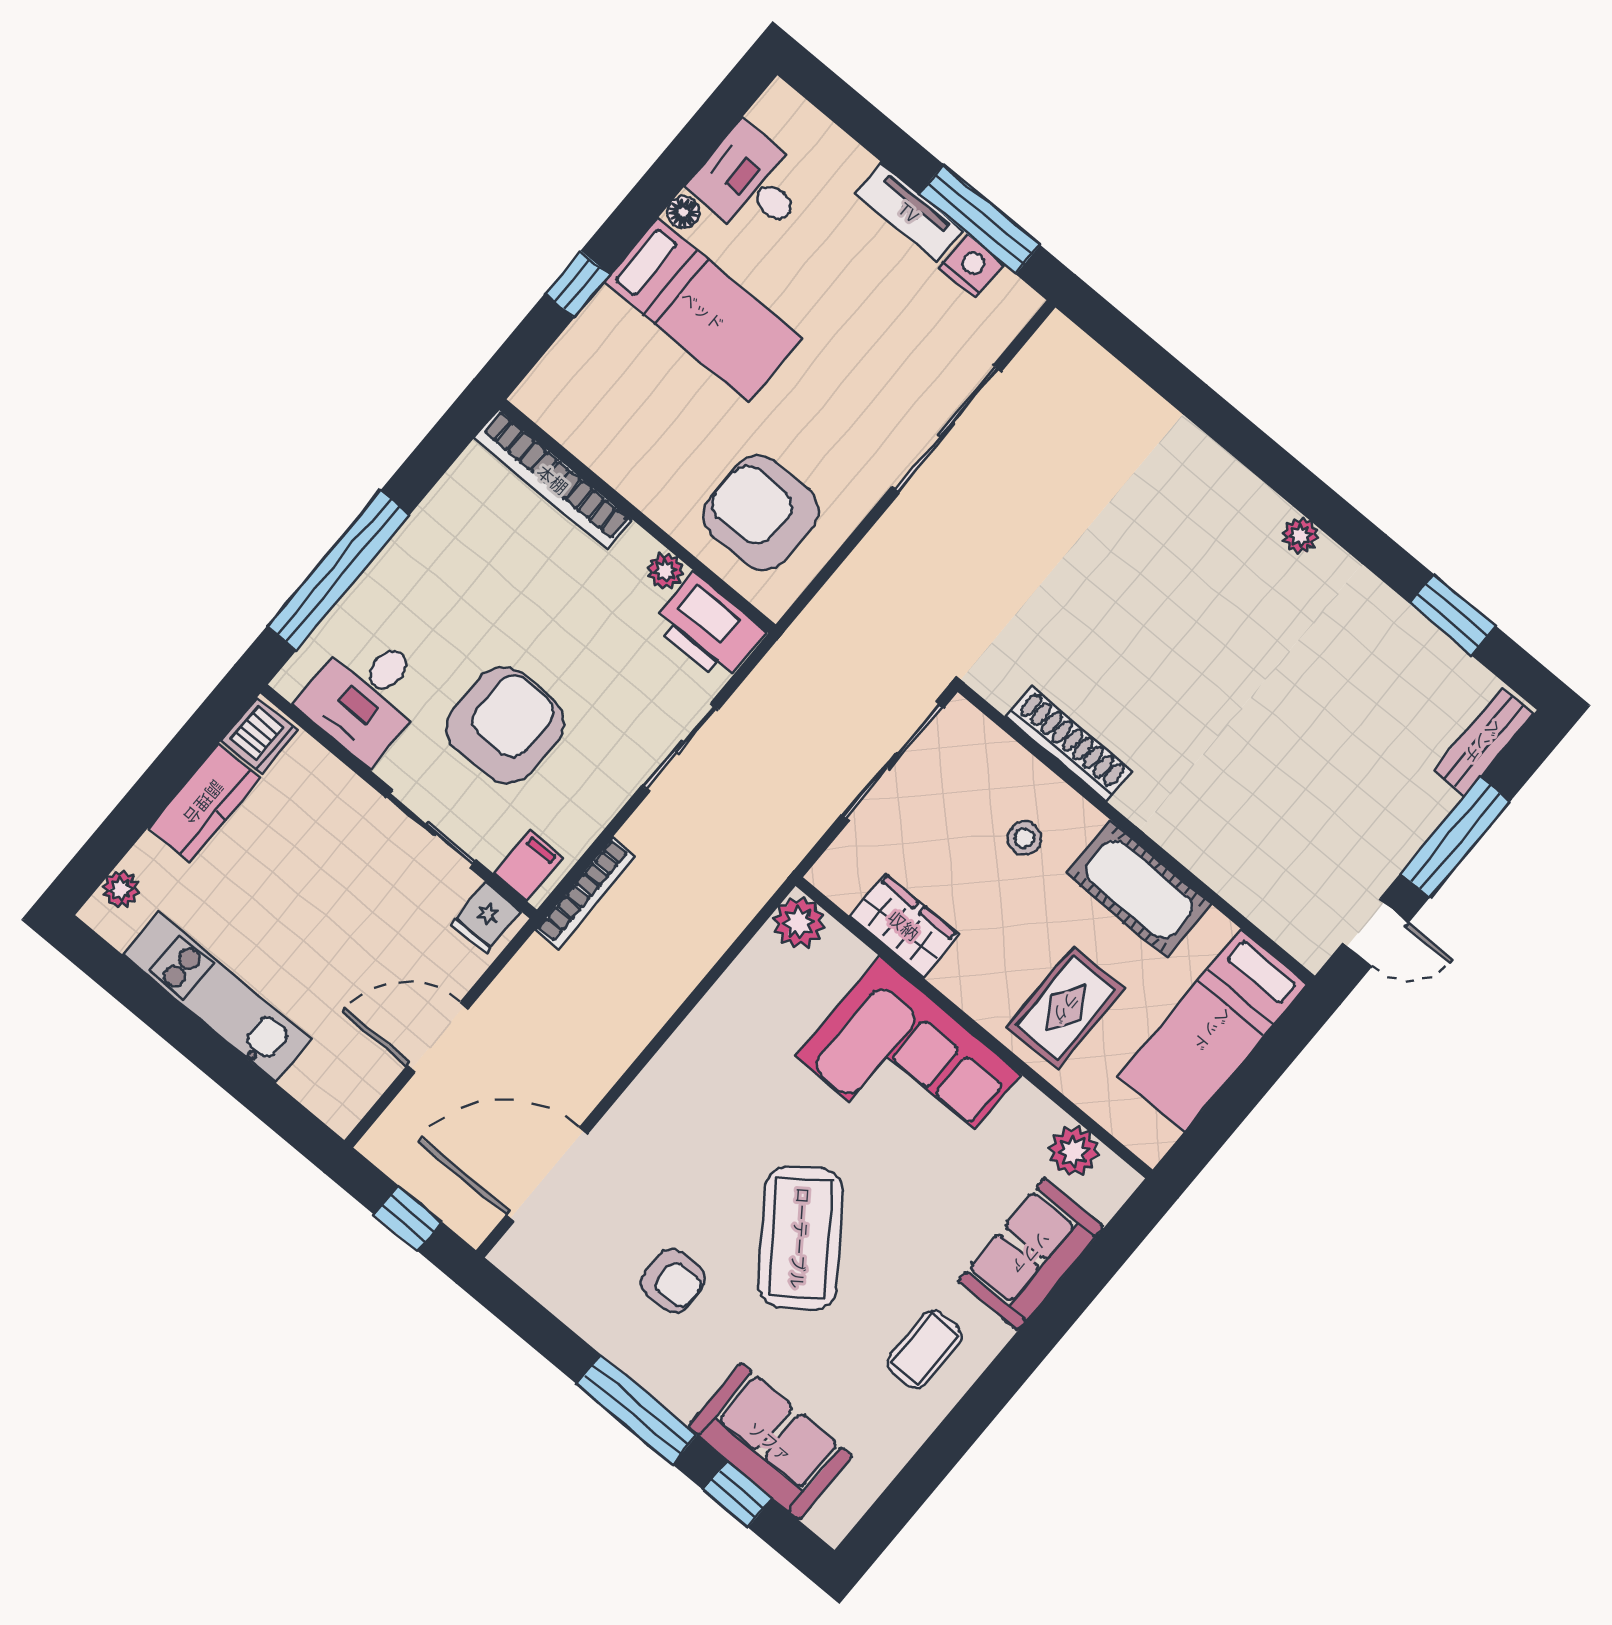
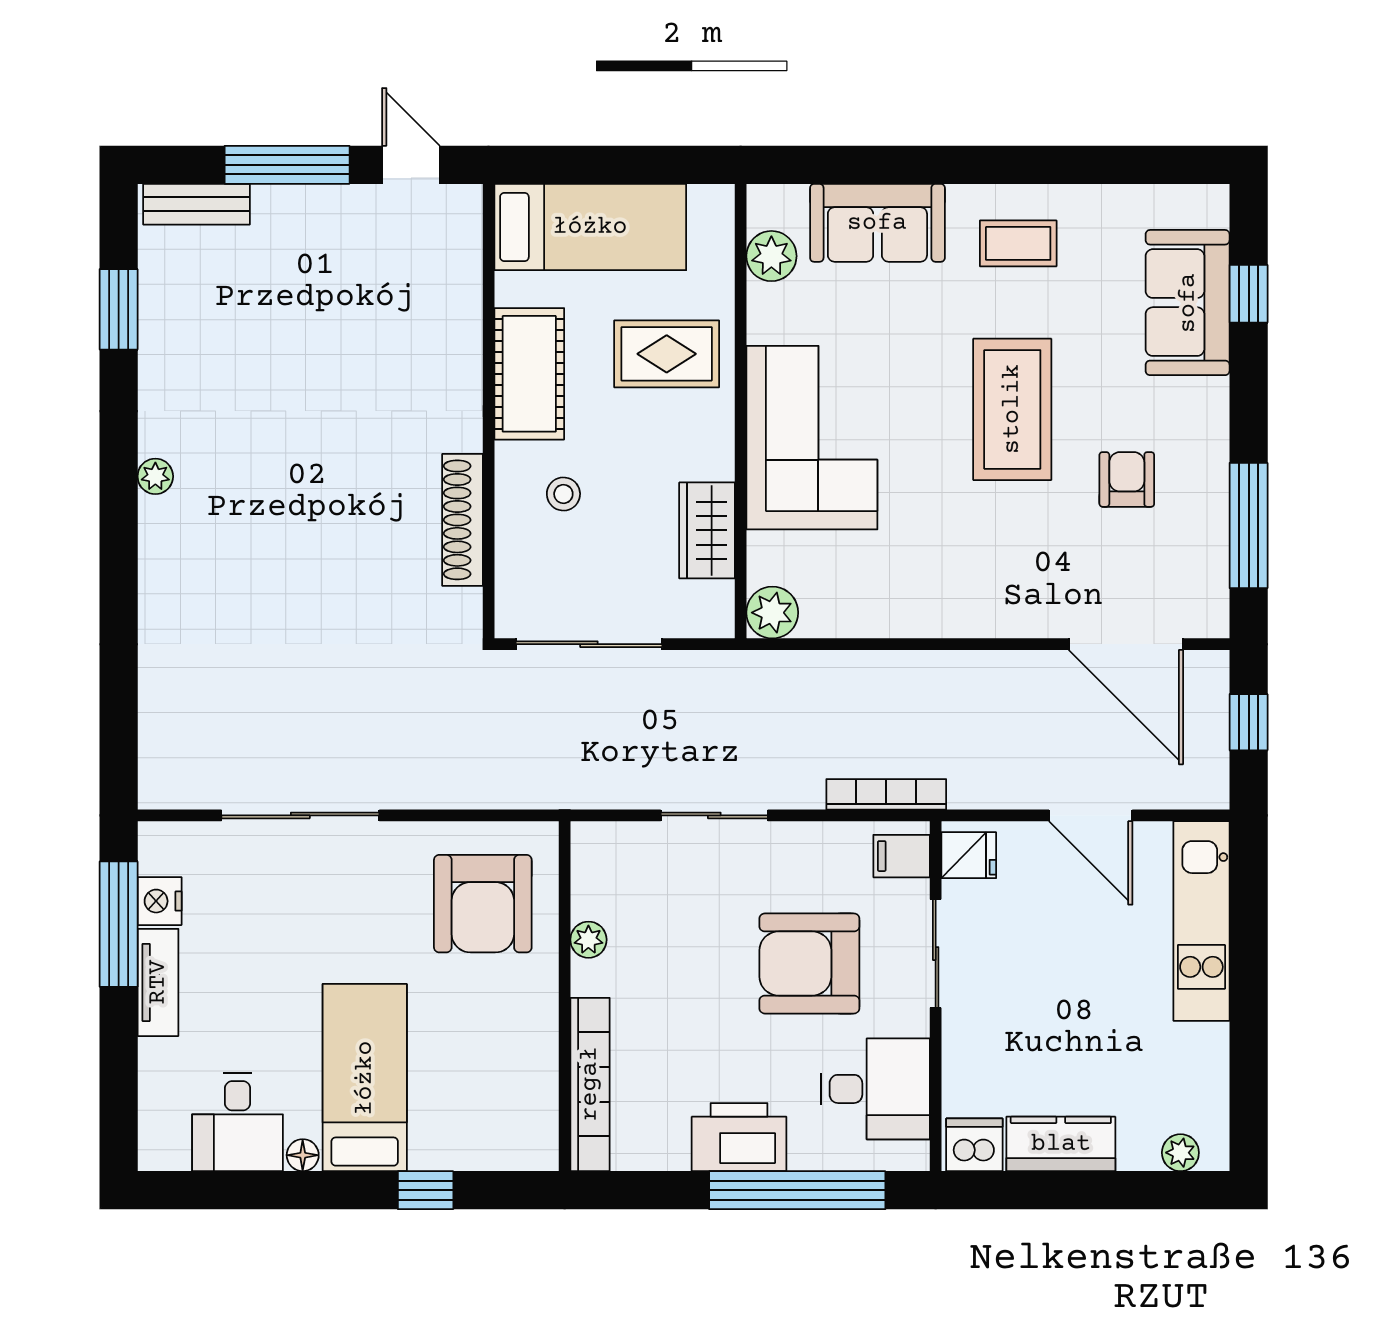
printer: (708, 628) -> (739, 1137), moved, turned -90
kitchen unit: (217, 997) -> (1201, 921), moved
coffee table: (801, 1238) -> (1012, 409), turned -54
window: (637, 1409) -> (1249, 526), moved

